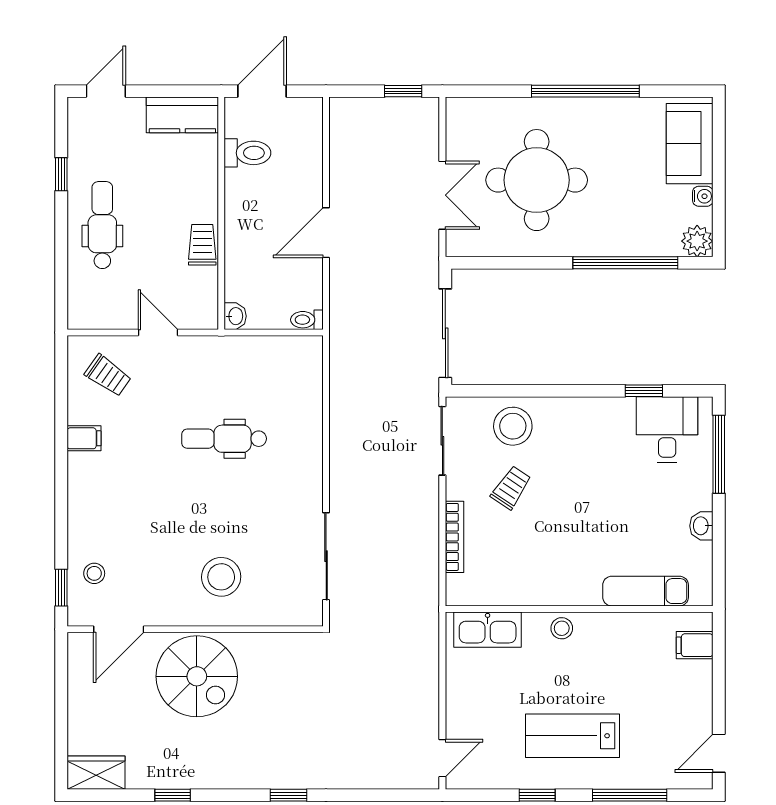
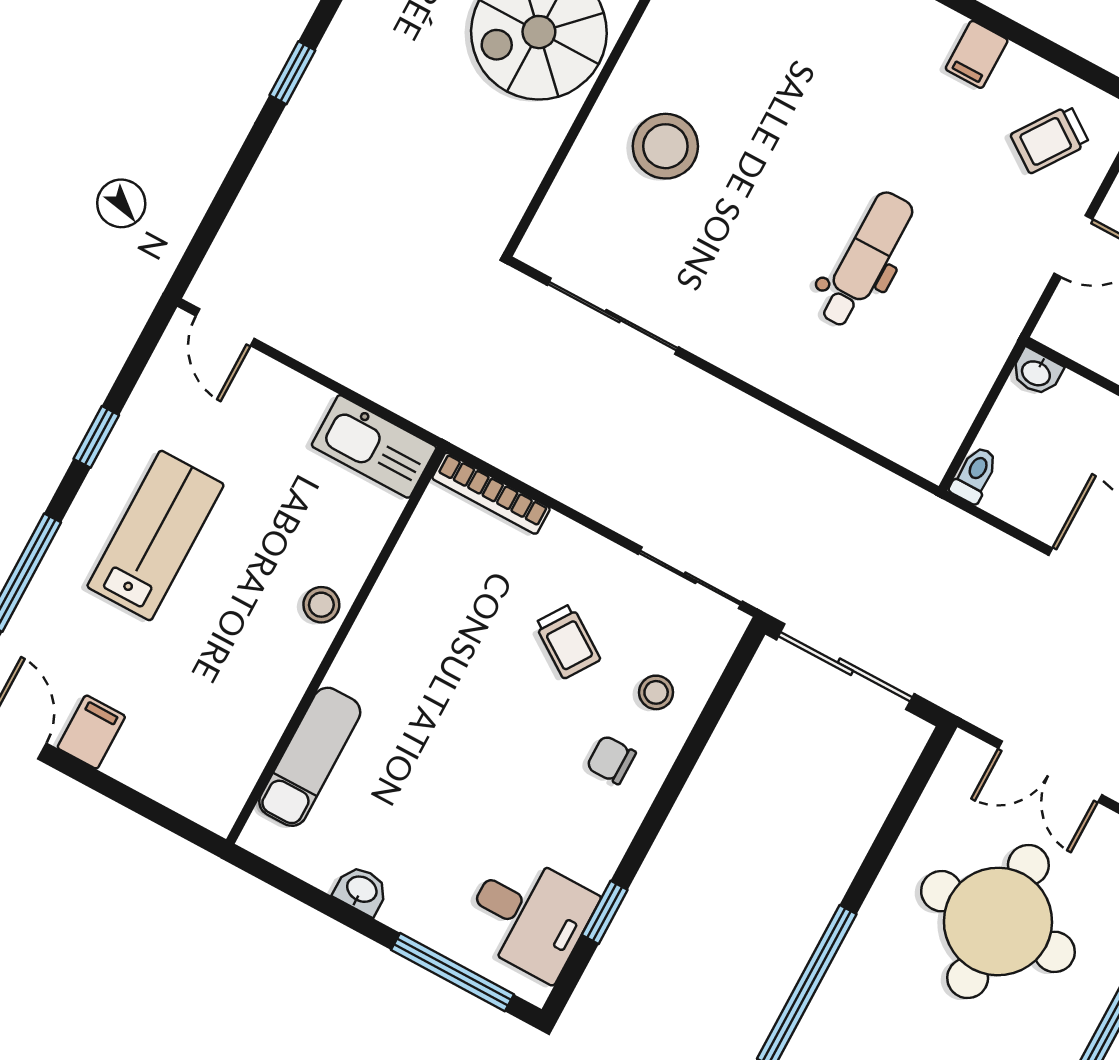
stool: (513, 426) -> (656, 692), width x0.53, depth x0.53
chair: (561, 431) -> (611, 760), added
bookcase: (454, 537) -> (491, 493), moved
kitchen sink: (488, 630) -> (374, 446), moved, turned -90
filing cabinet: (695, 645) -> (91, 732), moved

